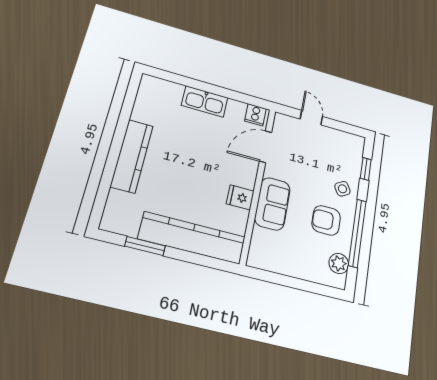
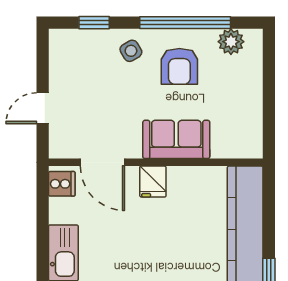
fridge: (240, 197) -> (153, 182), moved

